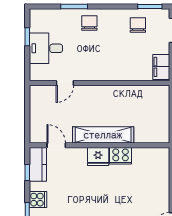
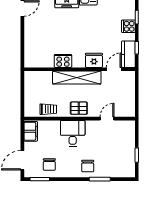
desk: (46, 48) -> (73, 133), moved, turned -90
trolley: (139, 95) -> (48, 109), added
pallet: (101, 96) -> (79, 108), added
door: (56, 145) -> (114, 69), swing flipped
fridge: (98, 157) -> (94, 60), moved

